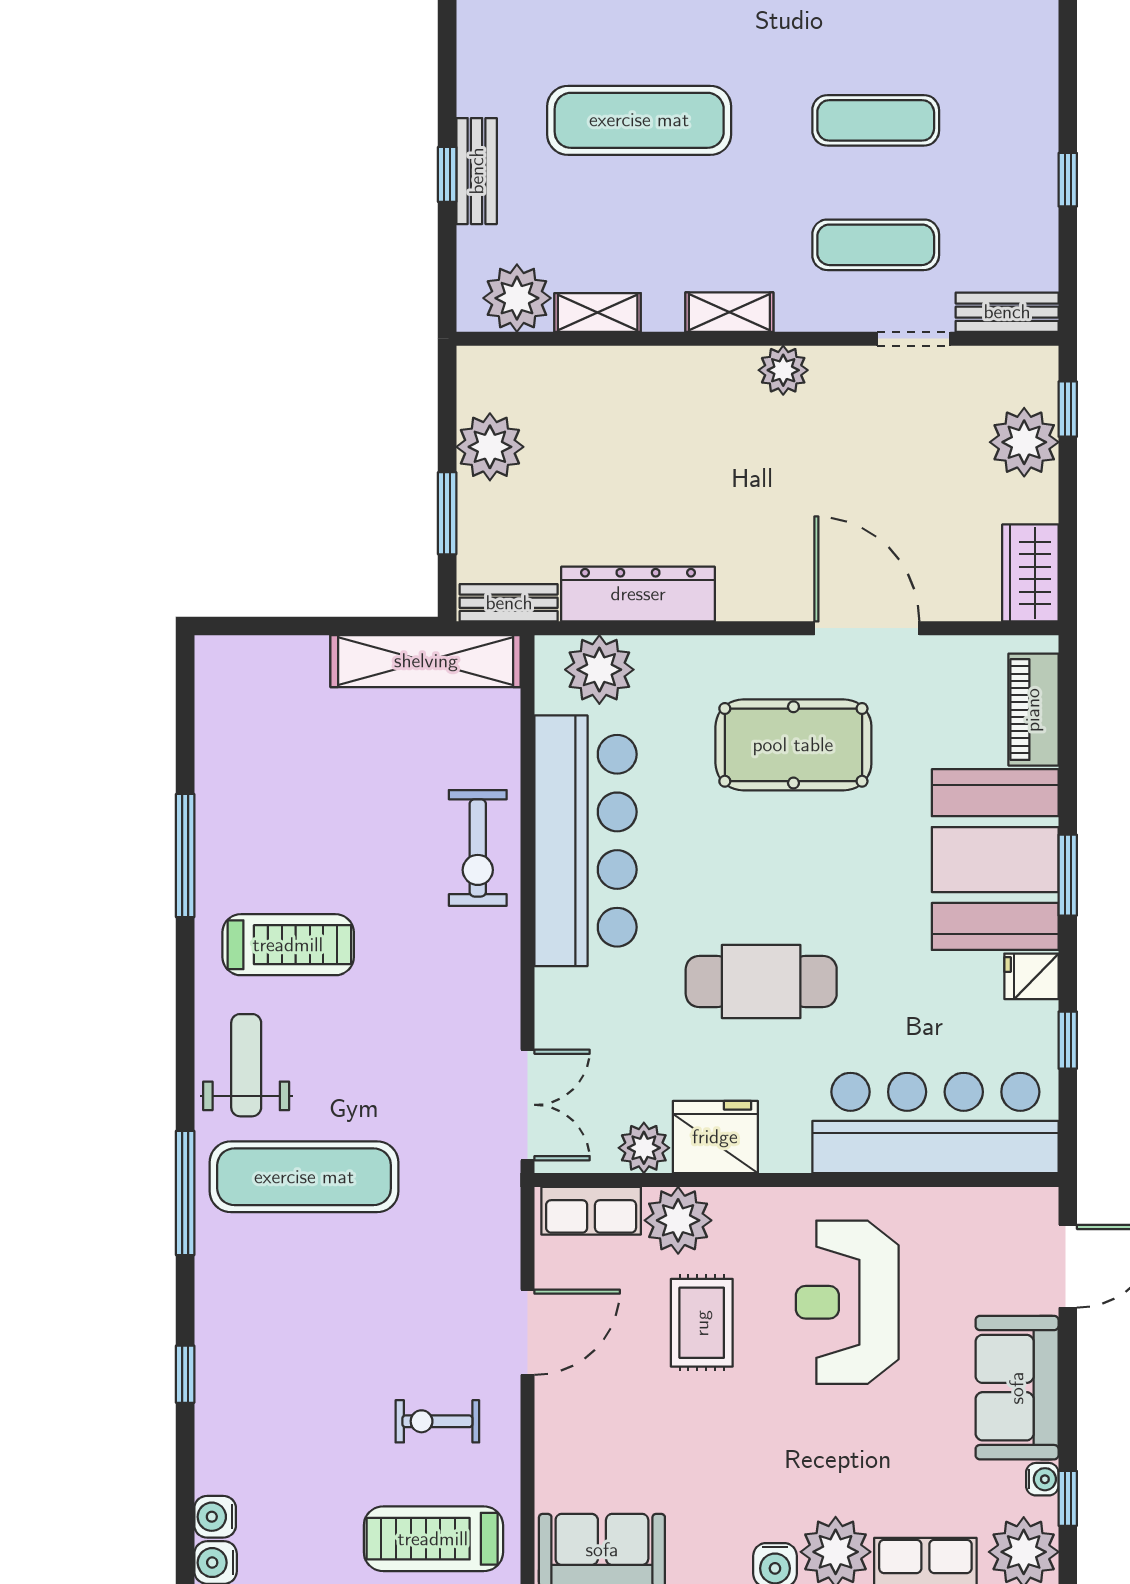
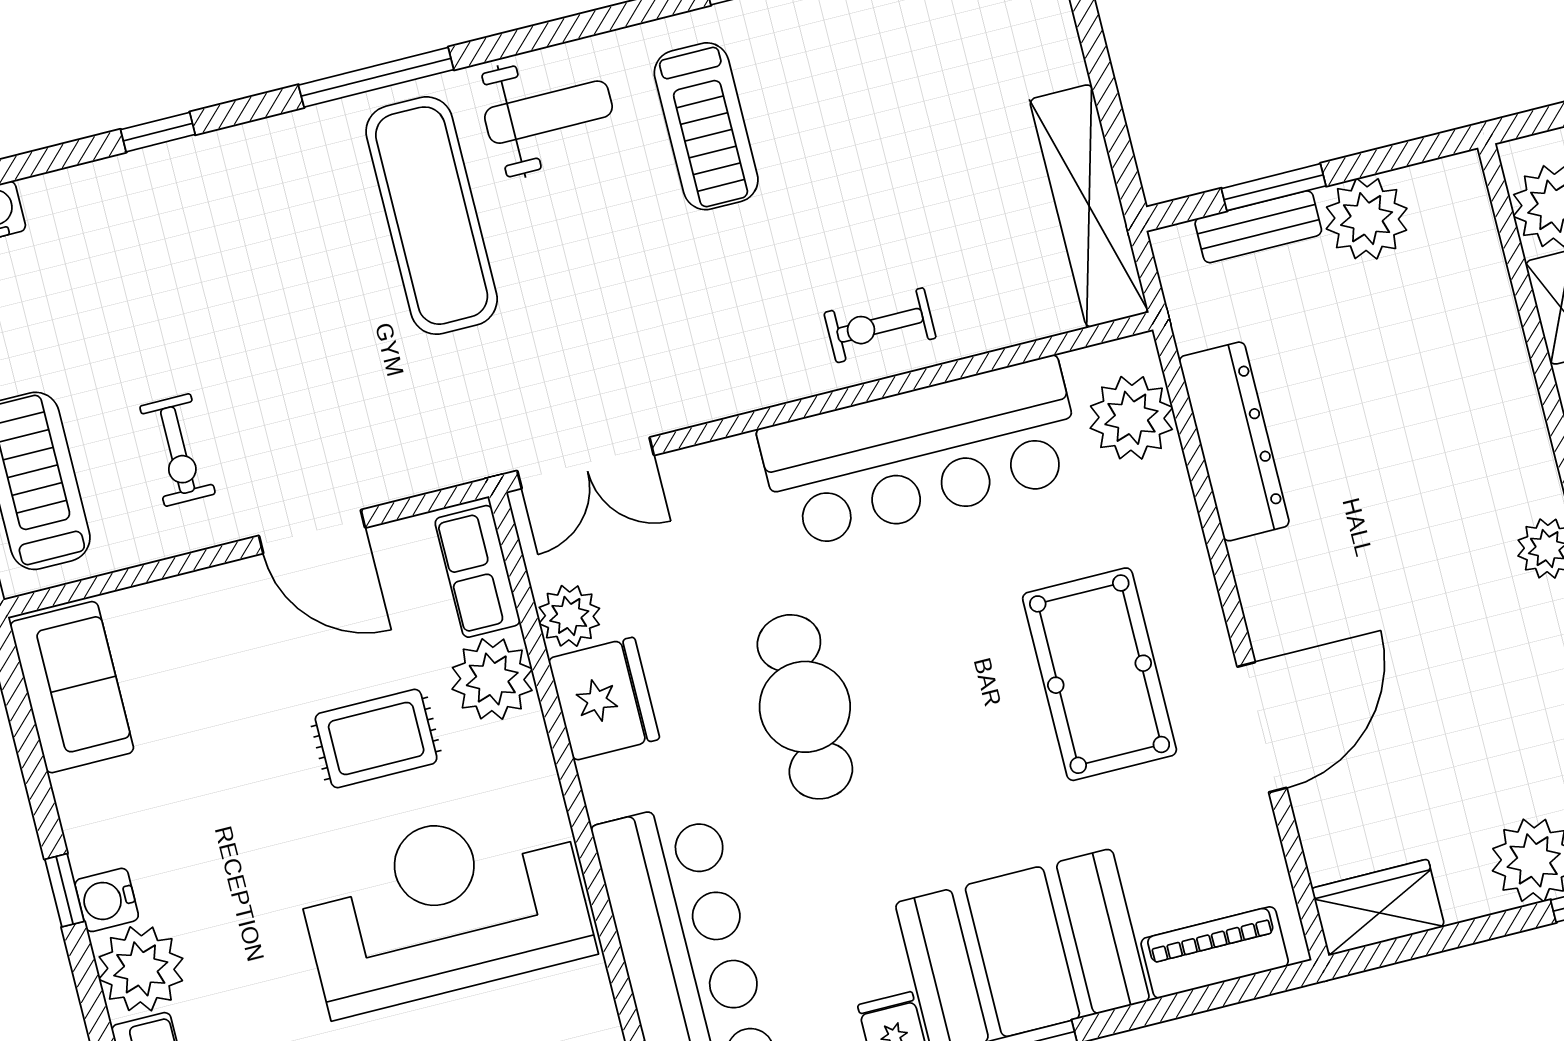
bench: (509, 603) -> (1258, 227), moved, turned 90
exercise bike: (478, 848) -> (880, 325), width x0.73, depth x0.72
reception desk: (847, 1302) -> (445, 907), width x1.36, depth x1.30
exercise bike: (437, 1421) -> (178, 450), turned 180

